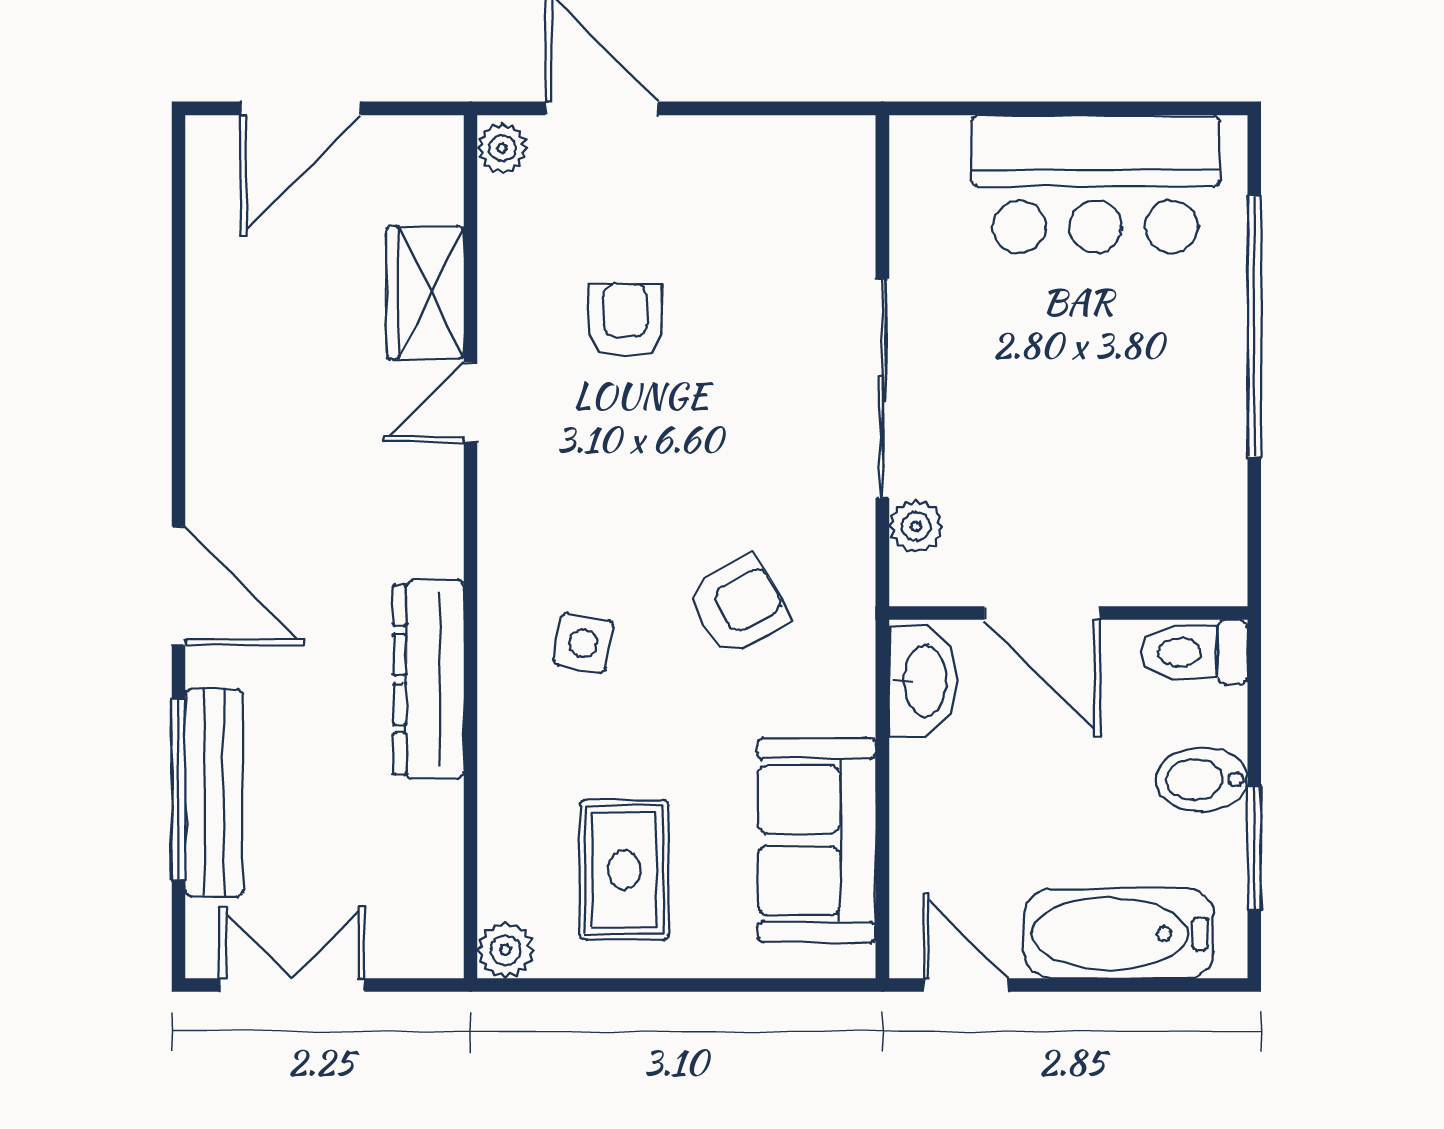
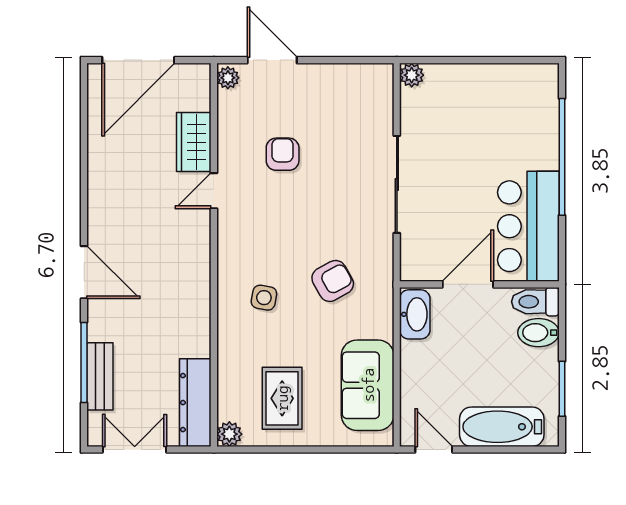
door: (300, 108) -> (138, 60), width x1.36
bar counter: (1095, 184) -> (528, 226), moved, turned 90
plant: (916, 526) -> (412, 75), moved
door: (1042, 613) -> (468, 284), swing flipped
dresser: (429, 679) -> (195, 403), moved
bidet: (1201, 779) -> (538, 333), moved
bench: (214, 793) -> (100, 376), width x0.73

